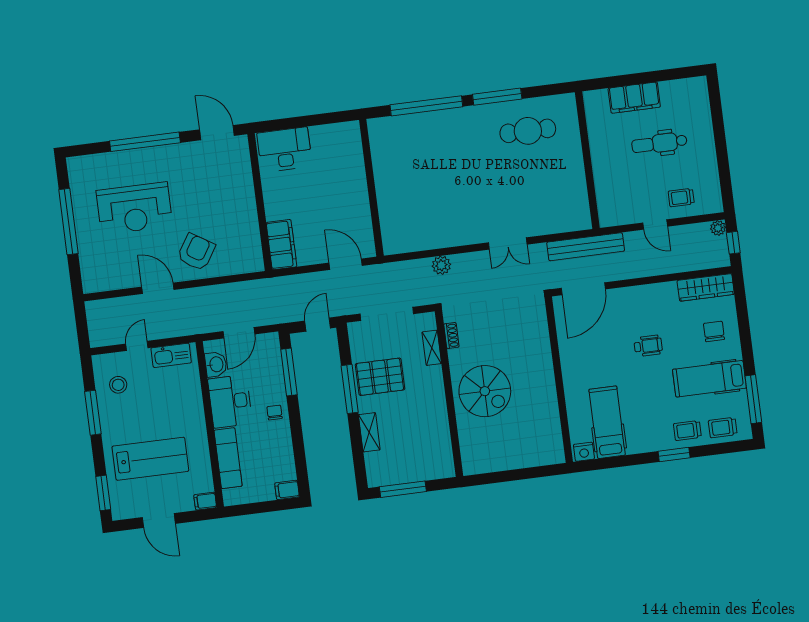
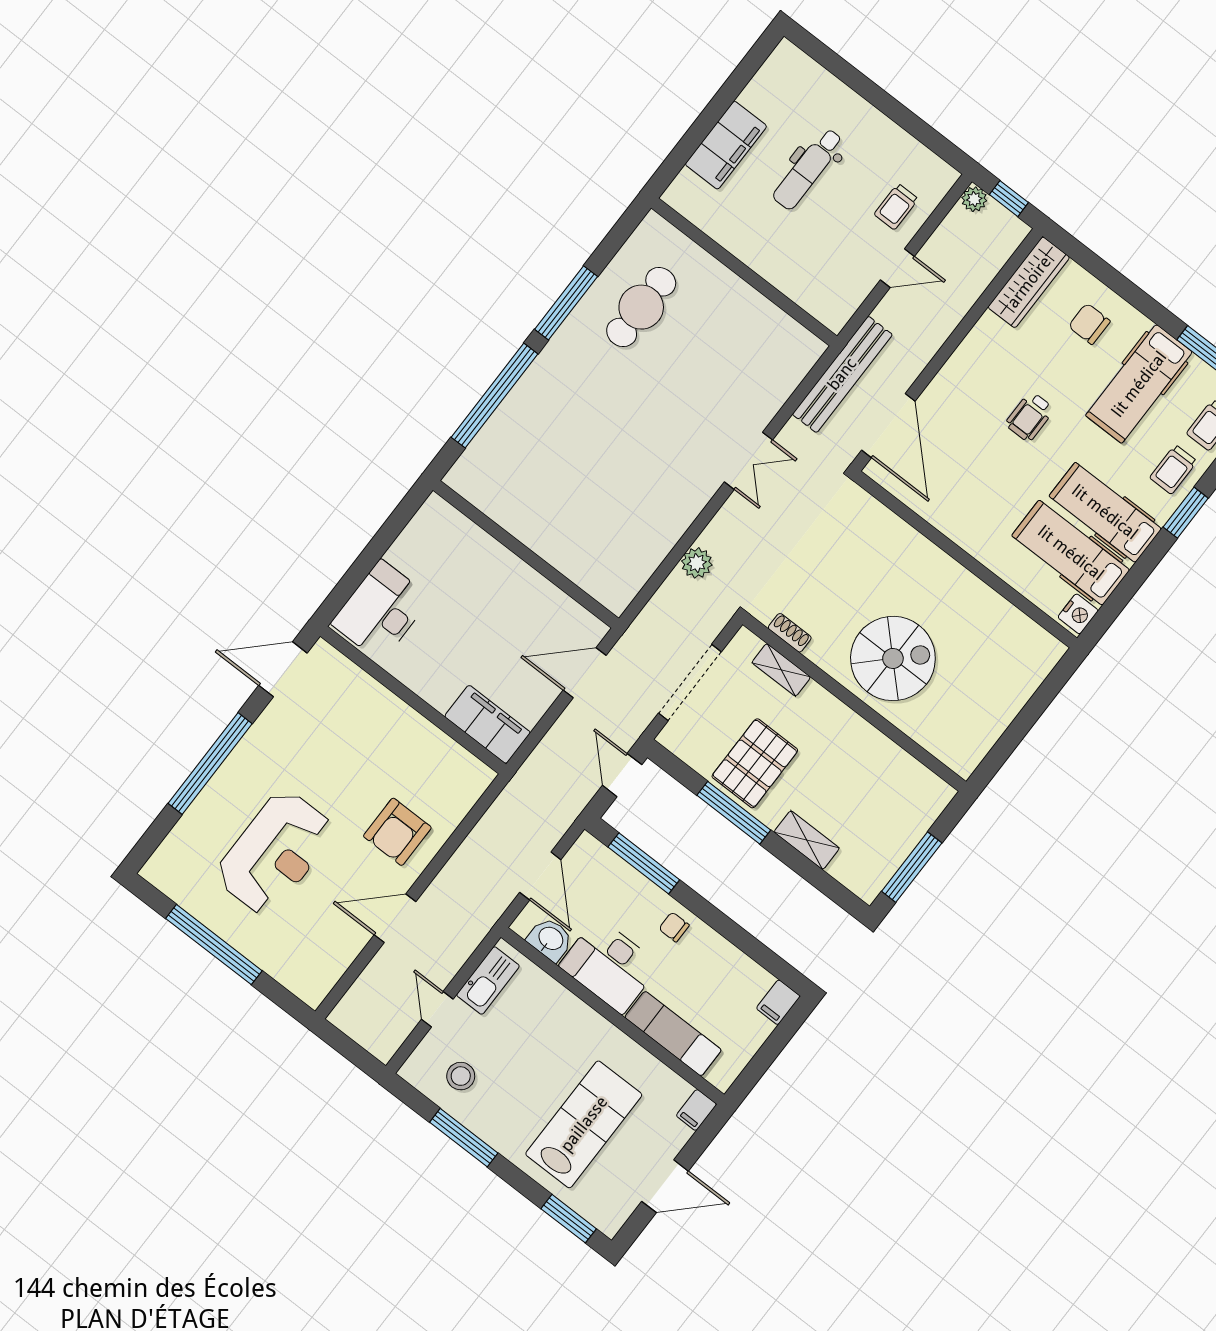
armchair: (196, 252) -> (397, 832), turned -122
wheelchair: (648, 346) -> (1030, 417), turned 180
hospital bed: (639, 420) -> (1105, 512), added

